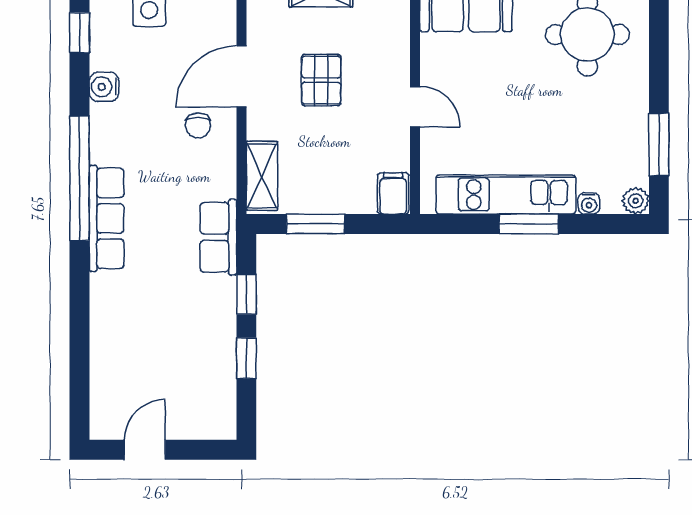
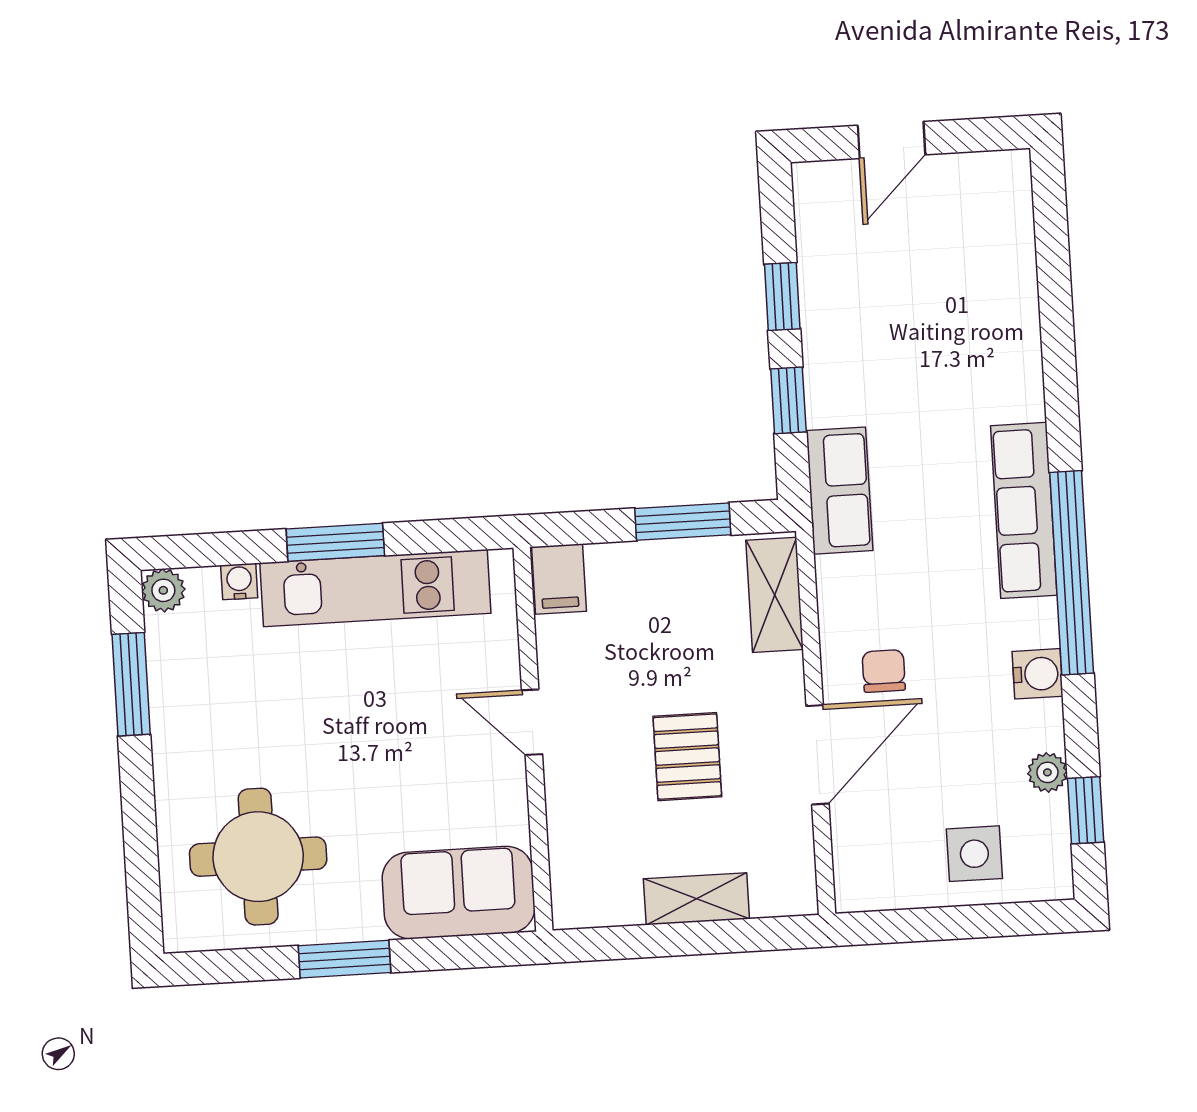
plant: (102, 57) -> (1047, 772), added
water cooler: (104, 87) -> (1037, 674), moved
door: (145, 450) -> (892, 140), moved

